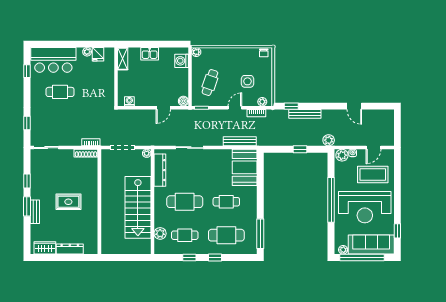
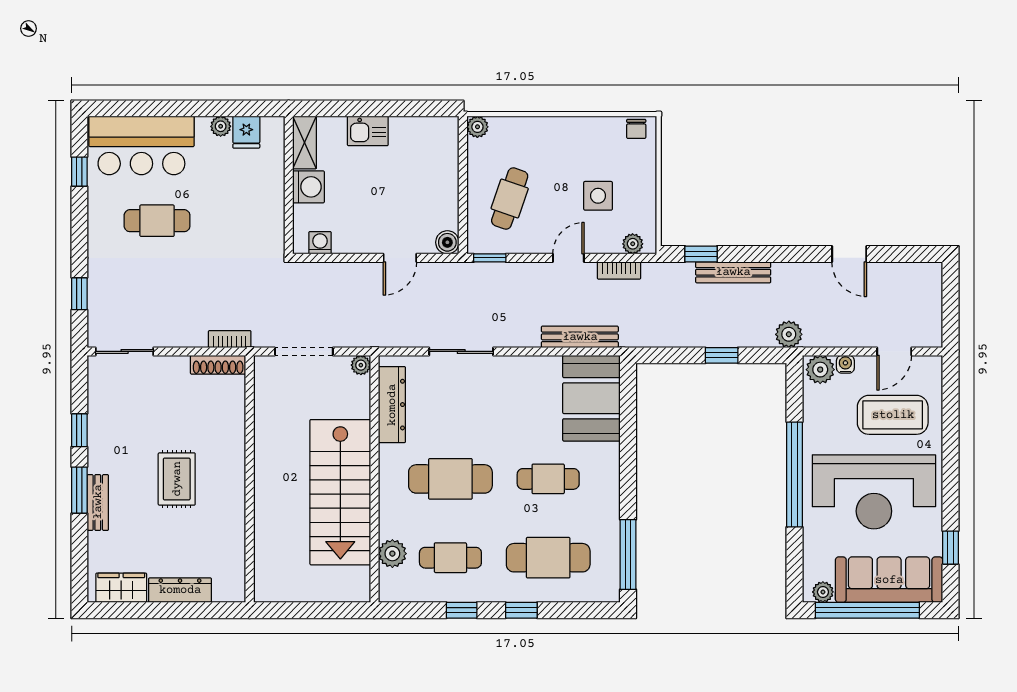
washing machine: (182, 61) -> (308, 187), moved, turned 180
rug: (68, 202) -> (177, 479), turned 90

